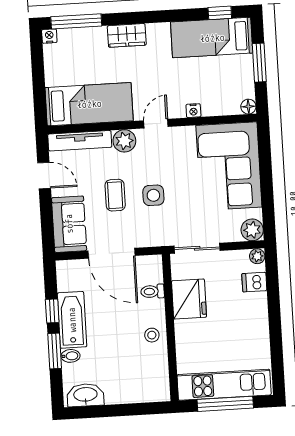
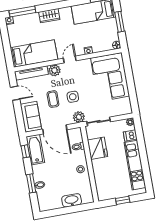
plant: (252, 230) -> (79, 117), moved
window: (52, 311) -> (25, 151), moved
bathtub: (72, 320) -> (35, 150), moved
kitchen unit: (224, 385) -> (135, 165), moved, turned -90
washbasin: (85, 395) -> (72, 200), moved
window: (225, 404) -> (123, 200), width x0.46

